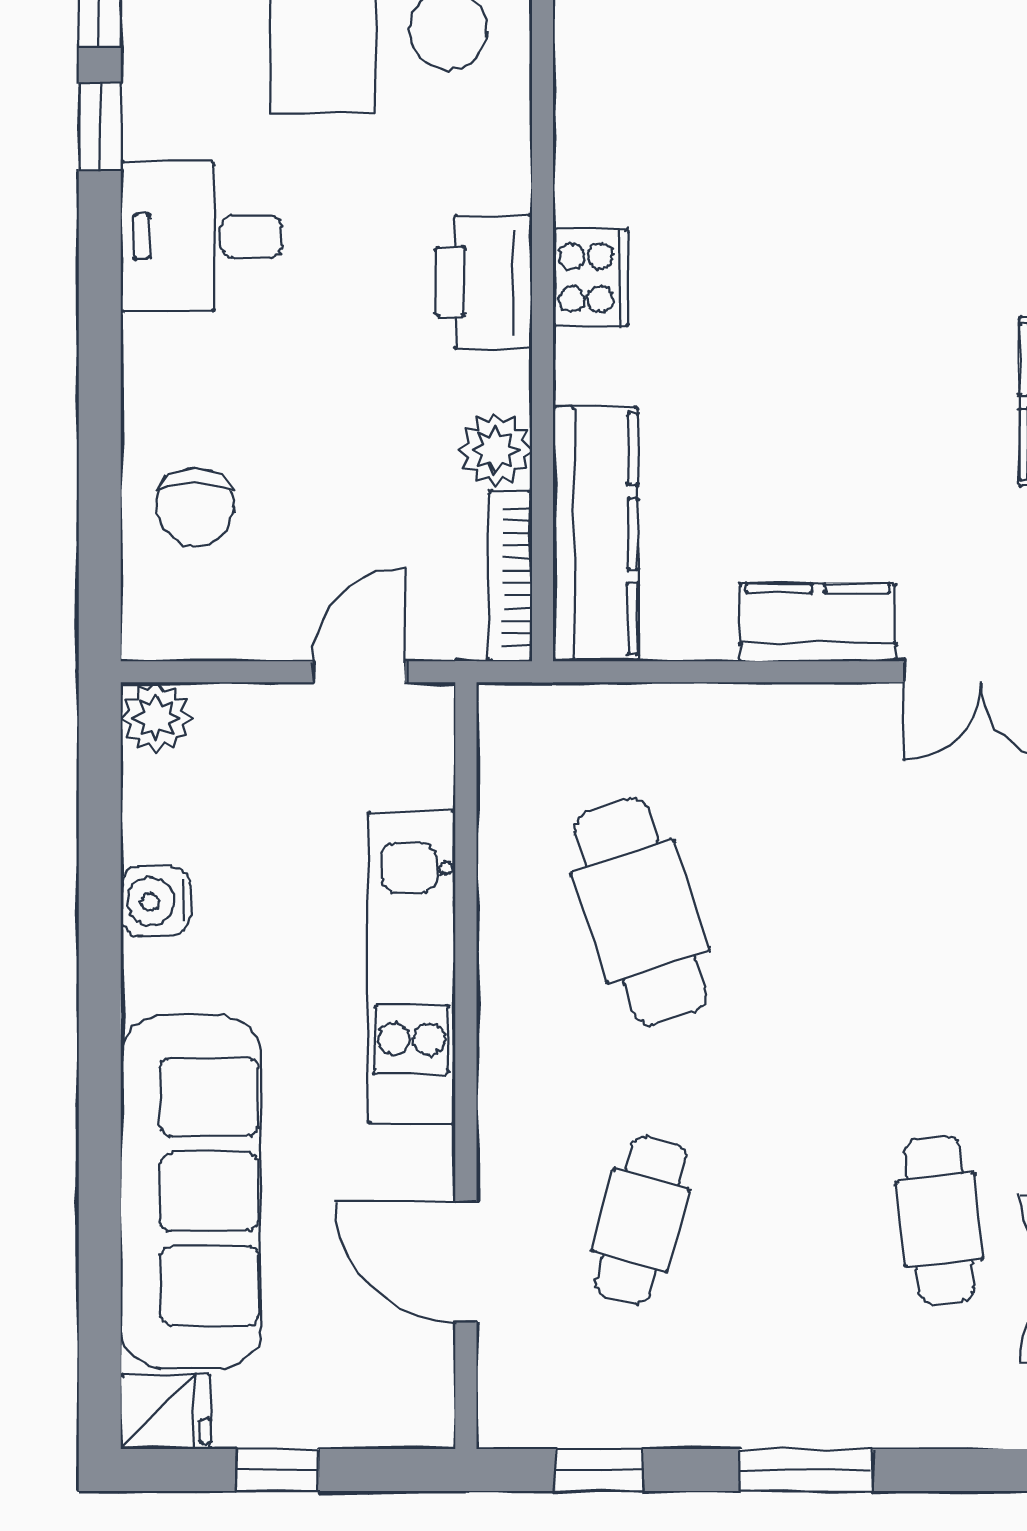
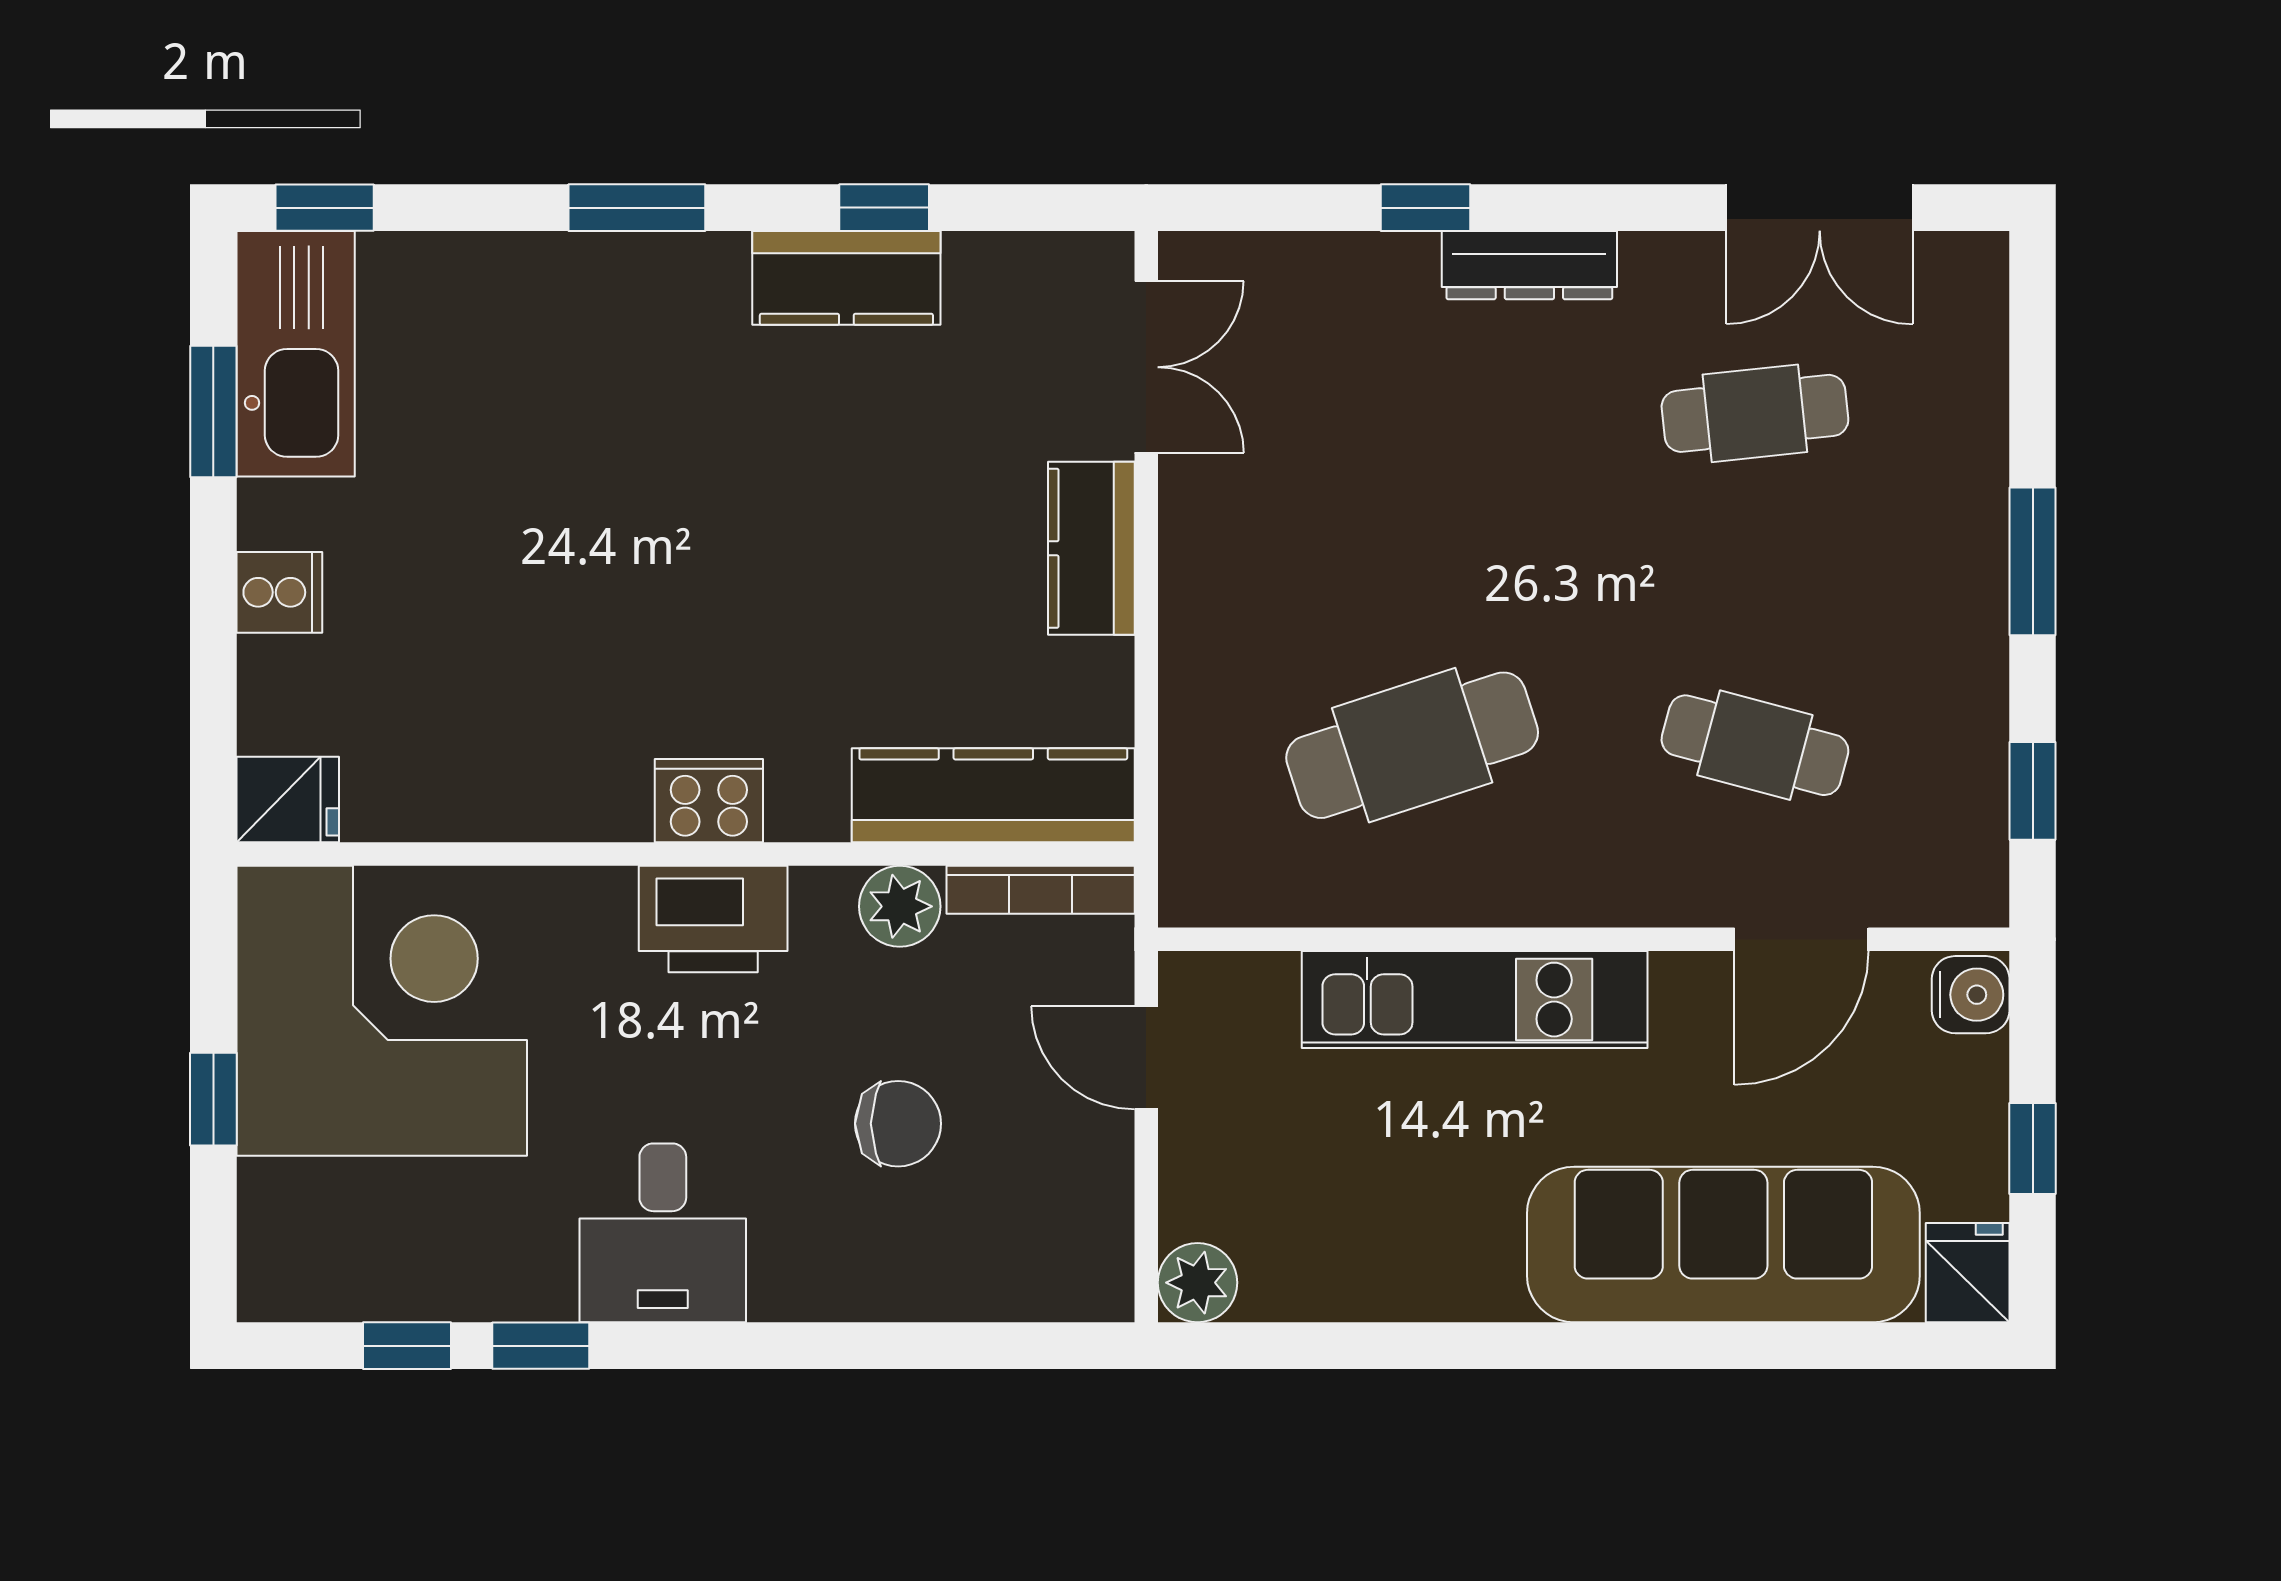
chair: (195, 507) -> (898, 1124), moved
water cooler: (156, 901) -> (1971, 995), moved, turned -90

